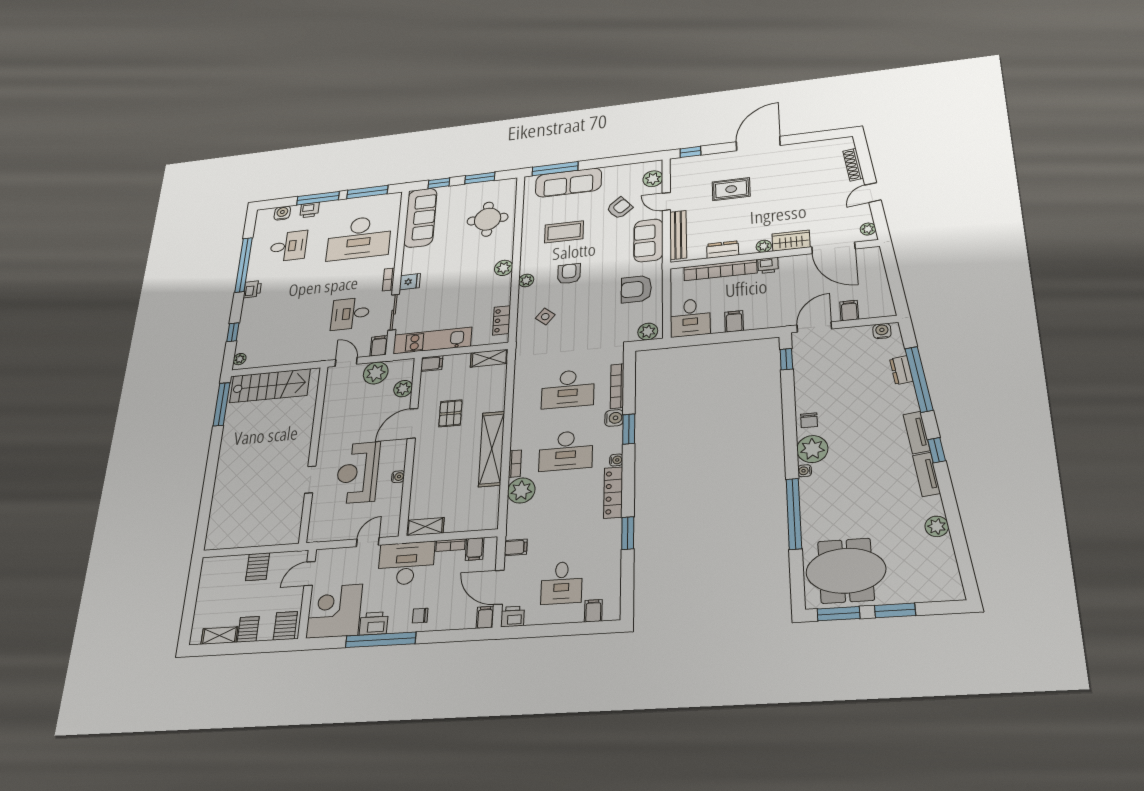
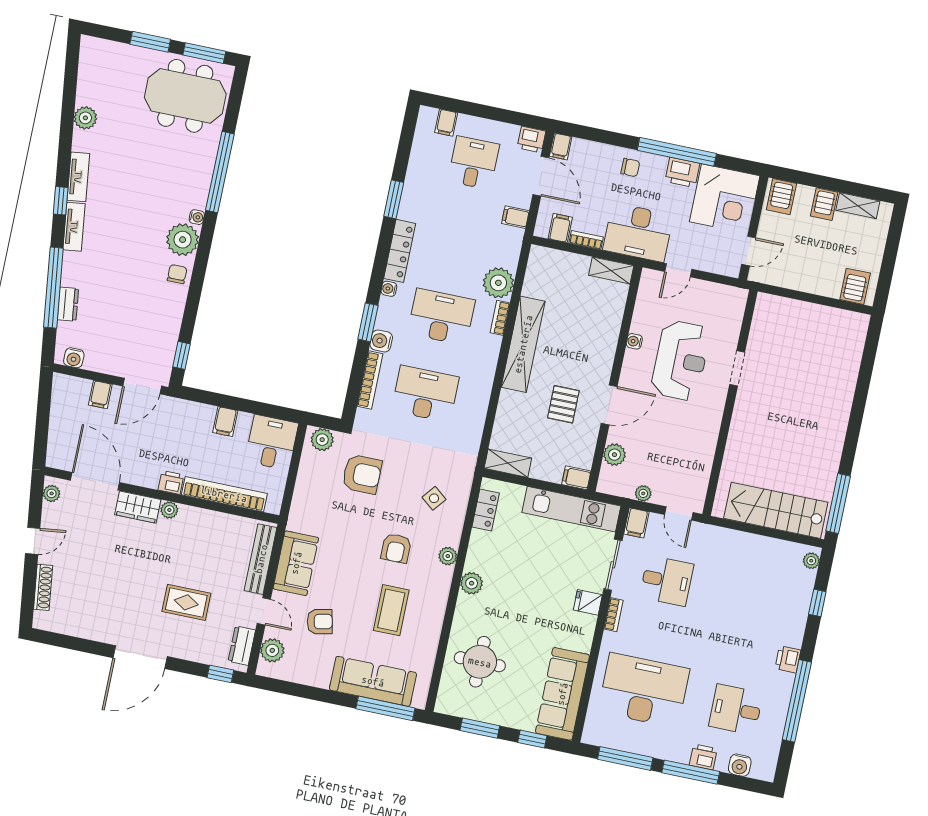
armchair: (620, 208) -> (320, 622), turned -152
coffee table: (564, 232) -> (391, 610), turned 90
dresser: (723, 250) -> (242, 646), moved, turned 90
armchair: (636, 289) -> (362, 474), moved
plant: (376, 373) -> (643, 493), width x0.53, depth x0.53
server rack: (258, 567) -> (855, 286), moved

